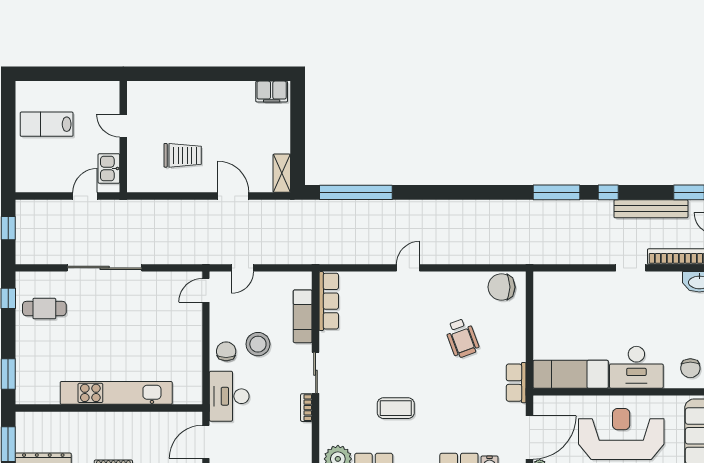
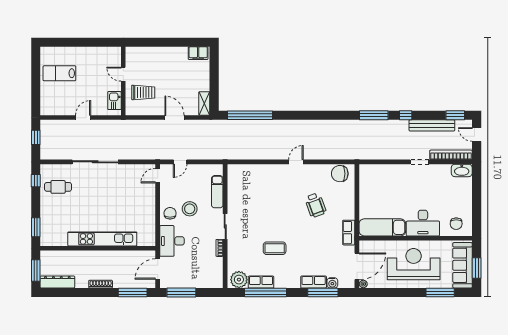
door: (123, 126) -> (123, 74), moved
wall: (123, 137) -> (123, 81), moved
kitchen sink: (109, 168) -> (114, 101), moved
door: (408, 268) -> (296, 162), moved
row of seats: (329, 301) -> (233, 182), removed

